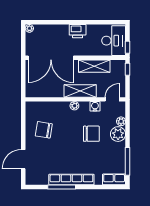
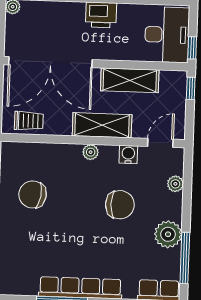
trolley: (40, 90) -> (29, 121), added
plant: (118, 134) -> (168, 234), moved

